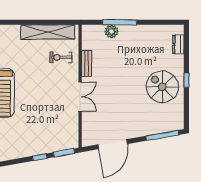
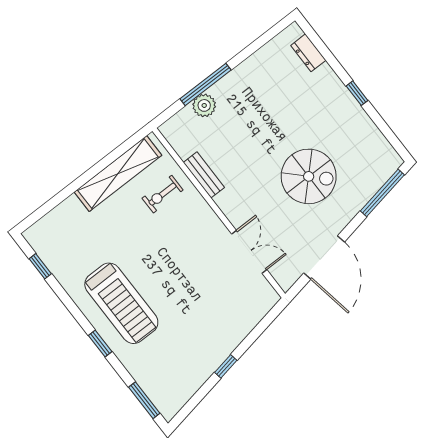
spiral stairs: (162, 87) -> (309, 176), moved, turned 180
double door: (80, 97) -> (249, 252), moved
window: (64, 153) -> (267, 320), removed
window: (40, 157) -> (226, 366), moved

